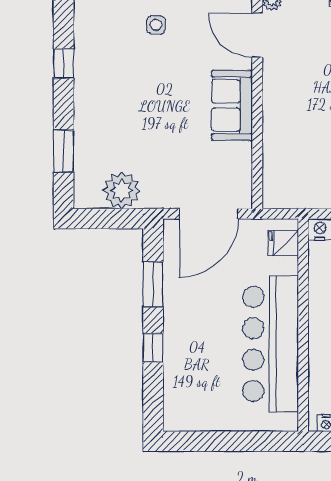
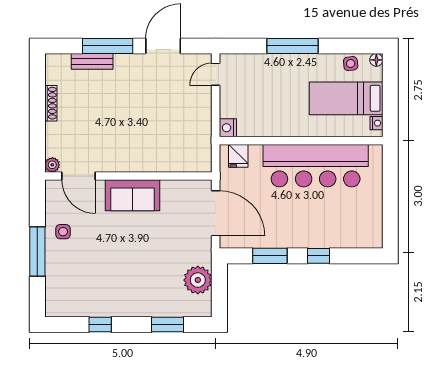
side table: (156, 25) -> (63, 232), moved
door: (257, 35) -> (79, 176), hinge flipped

